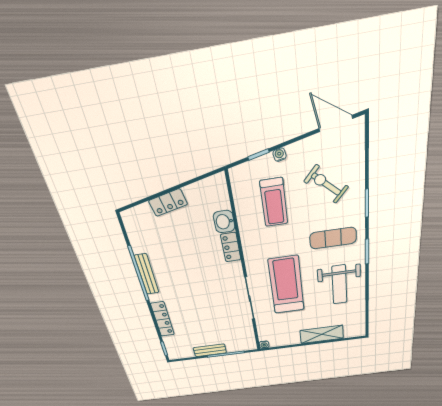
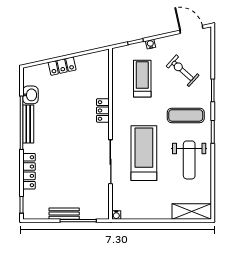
treadmill: (274, 202) -> (142, 79), turned 180
washbasin: (224, 222) -> (30, 95), moved, turned 180
shelving: (322, 334) -> (192, 211), moved

